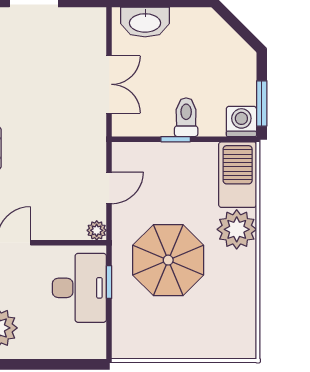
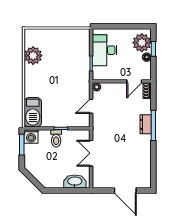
plant: (237, 229) -> (33, 56), moved
parasol: (168, 260) -> (64, 73), removed
desk: (79, 288) -> (105, 50), moved

